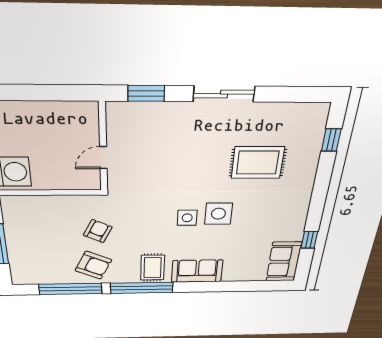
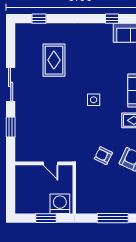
wall: (103, 147) -> (44, 163), moved
door: (103, 158) -> (51, 163), moved
side table: (218, 214) -> (91, 80), removed

